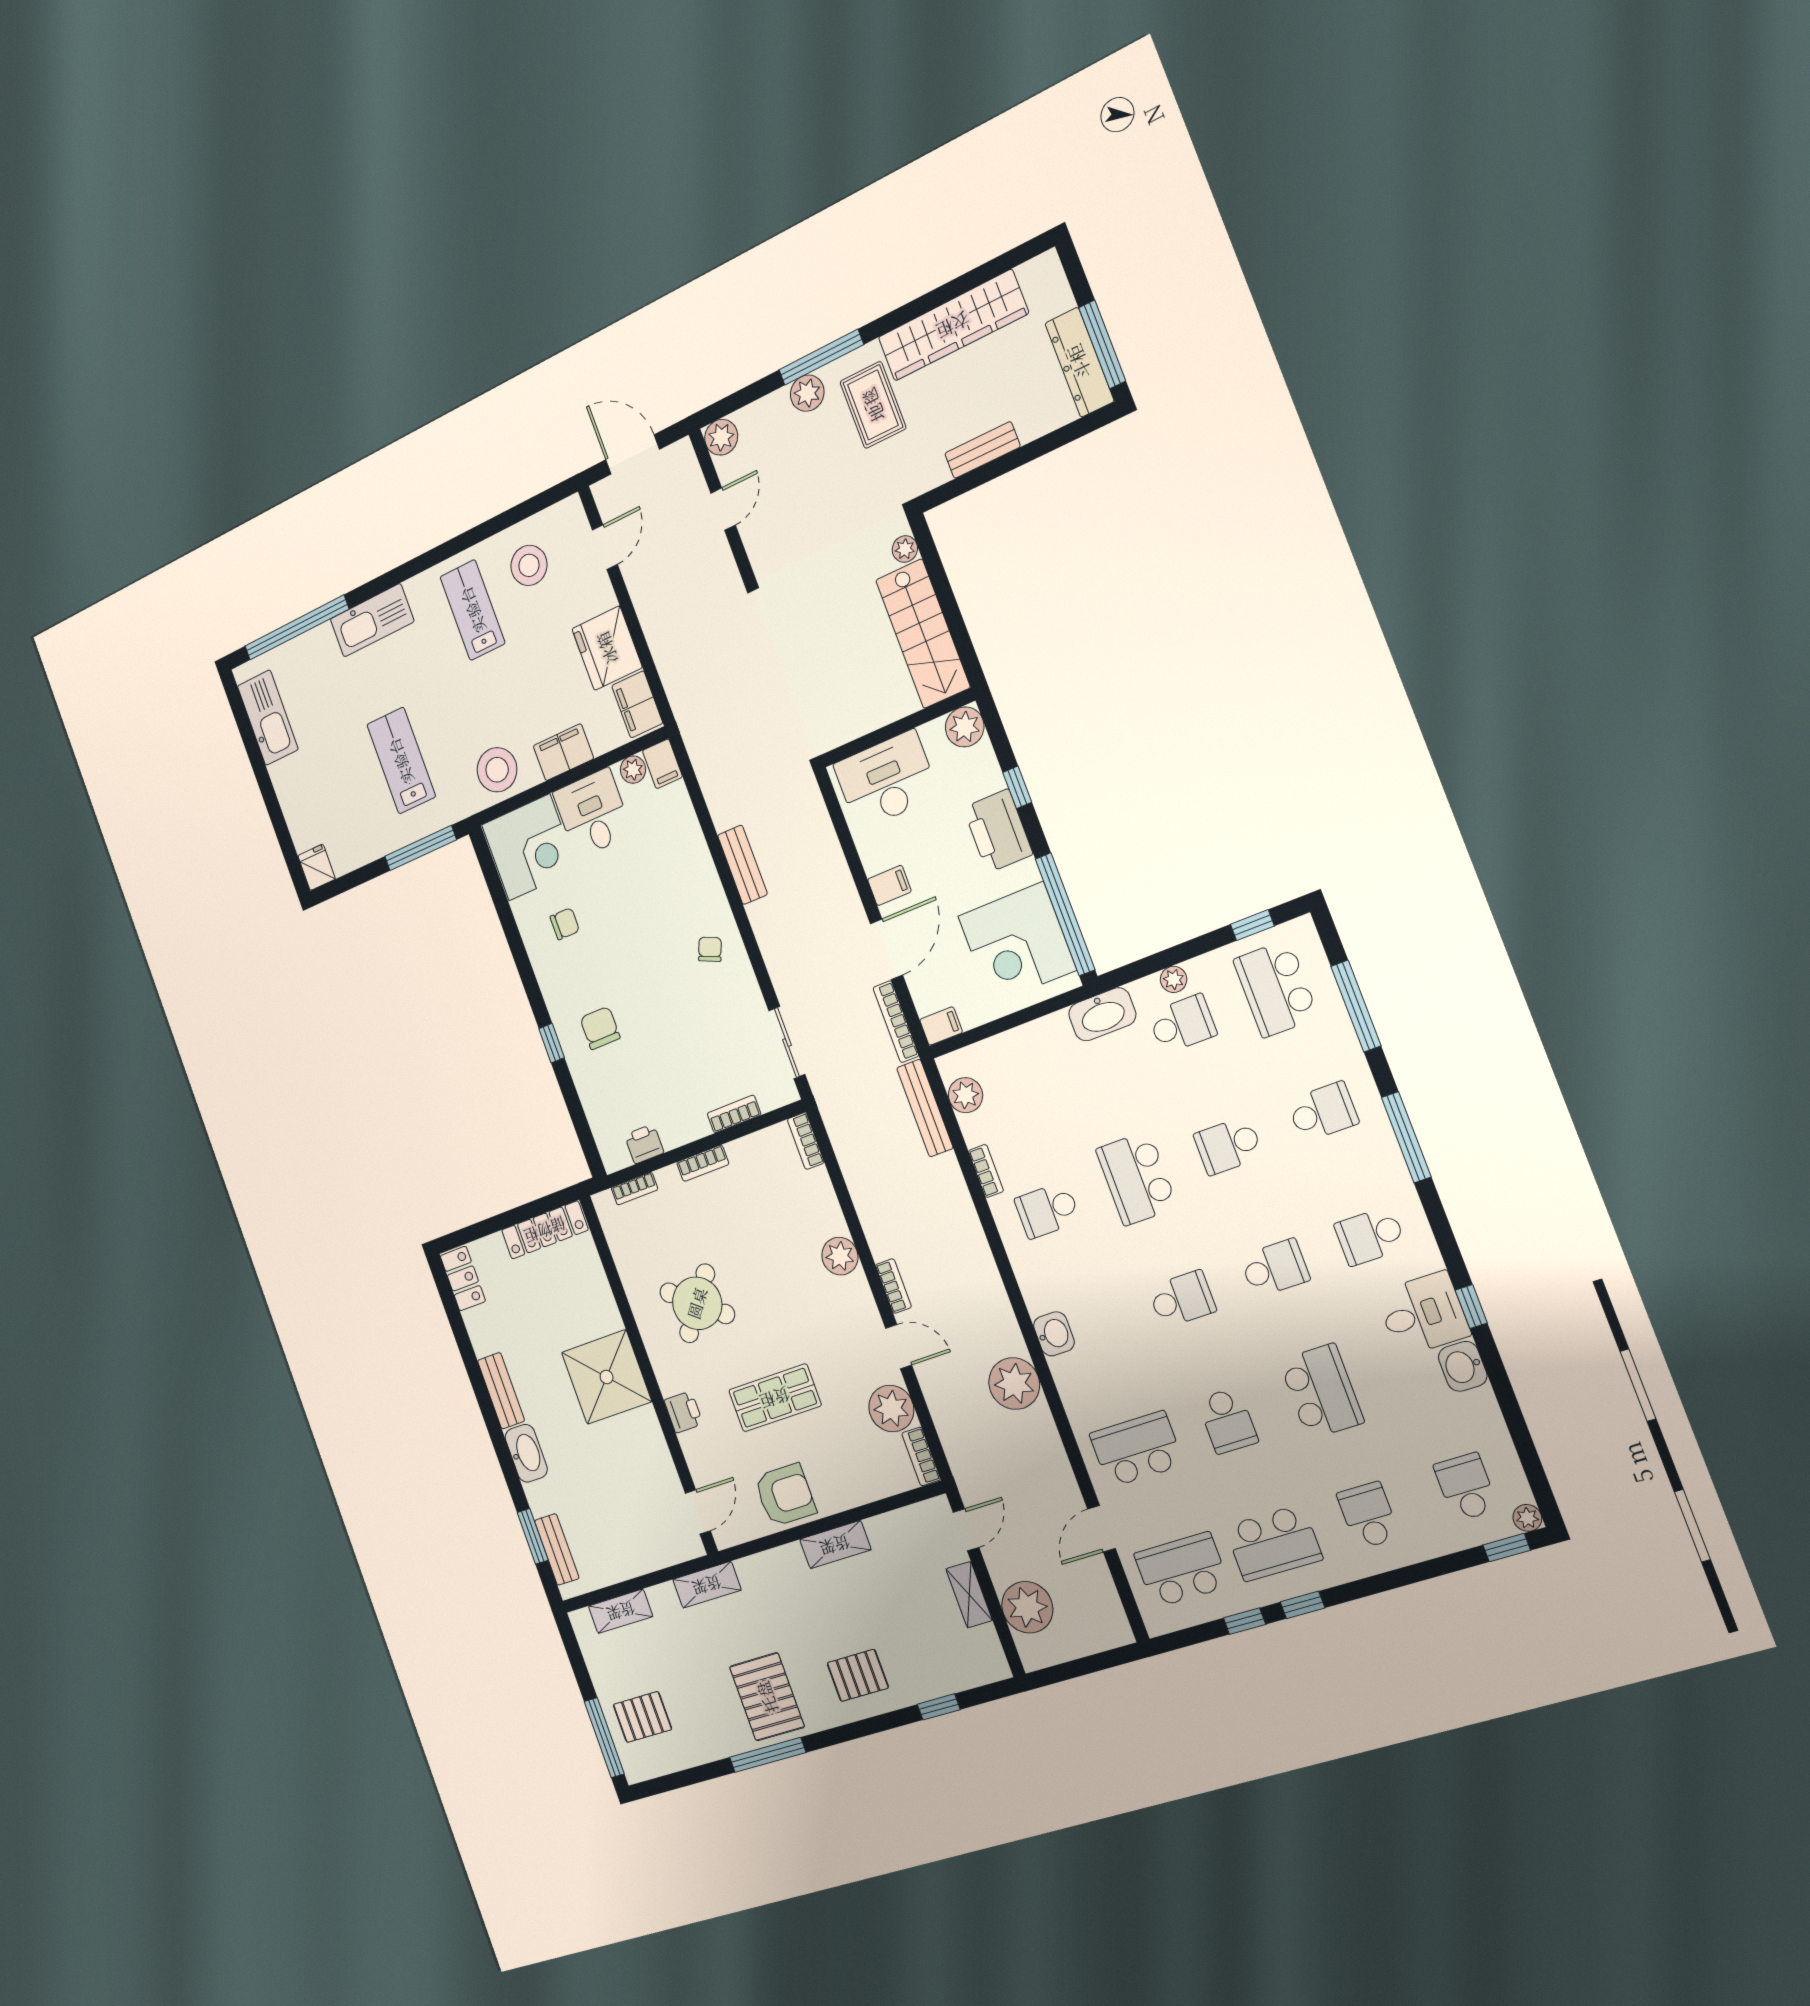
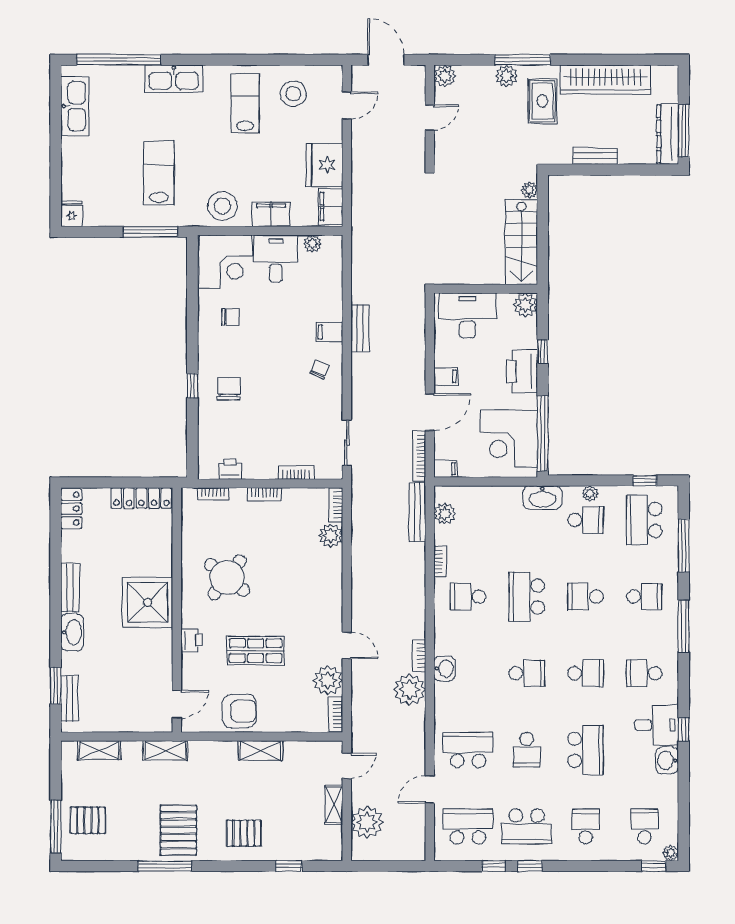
filing cabinet: (662, 764) -> (329, 332), moved, turned 90
plant: (840, 1256) -> (331, 535), moved
bookcase: (893, 1286) -> (419, 656), moved, turned 180

